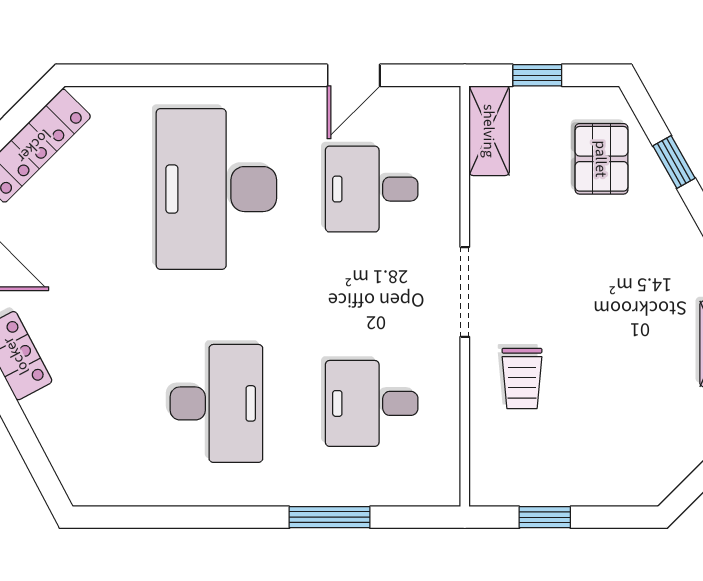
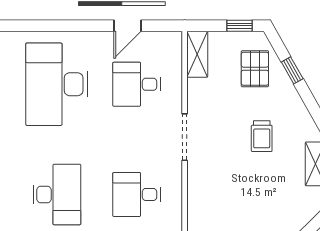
window: (537, 75) -> (239, 26), moved
trolley: (522, 378) -> (262, 136), moved

